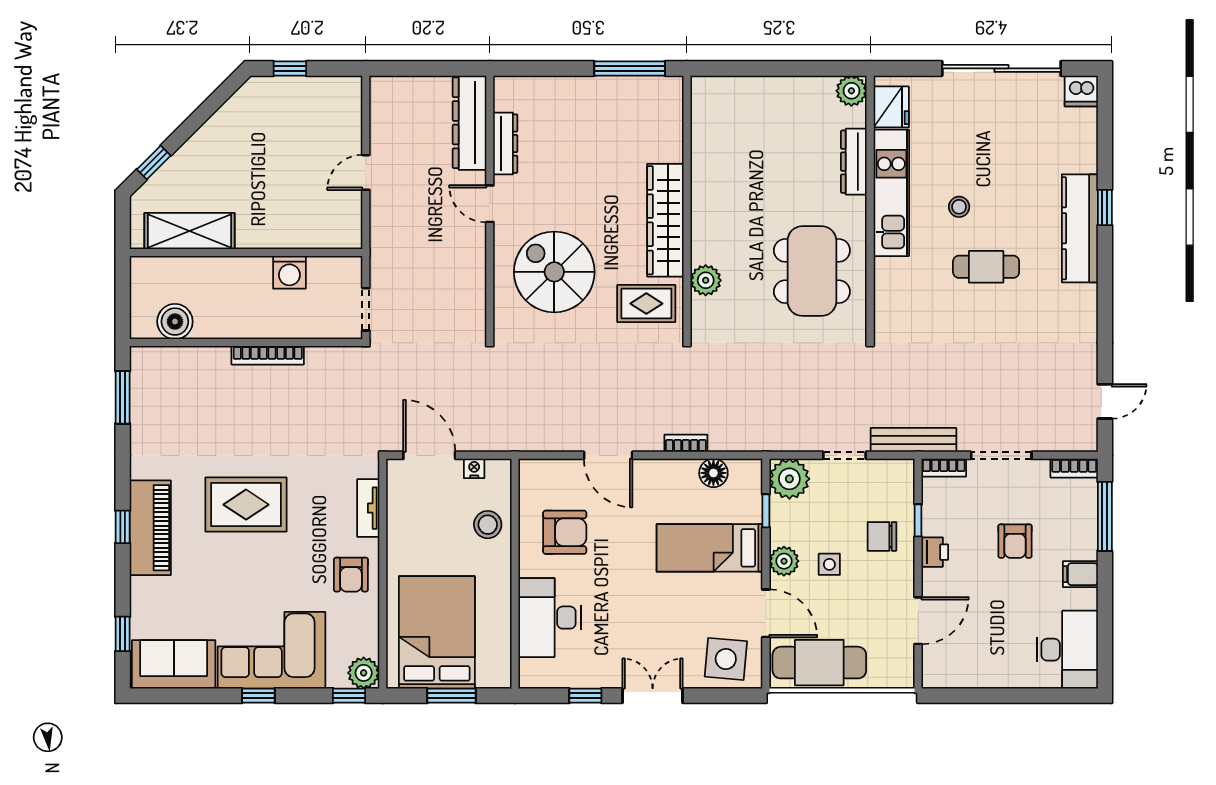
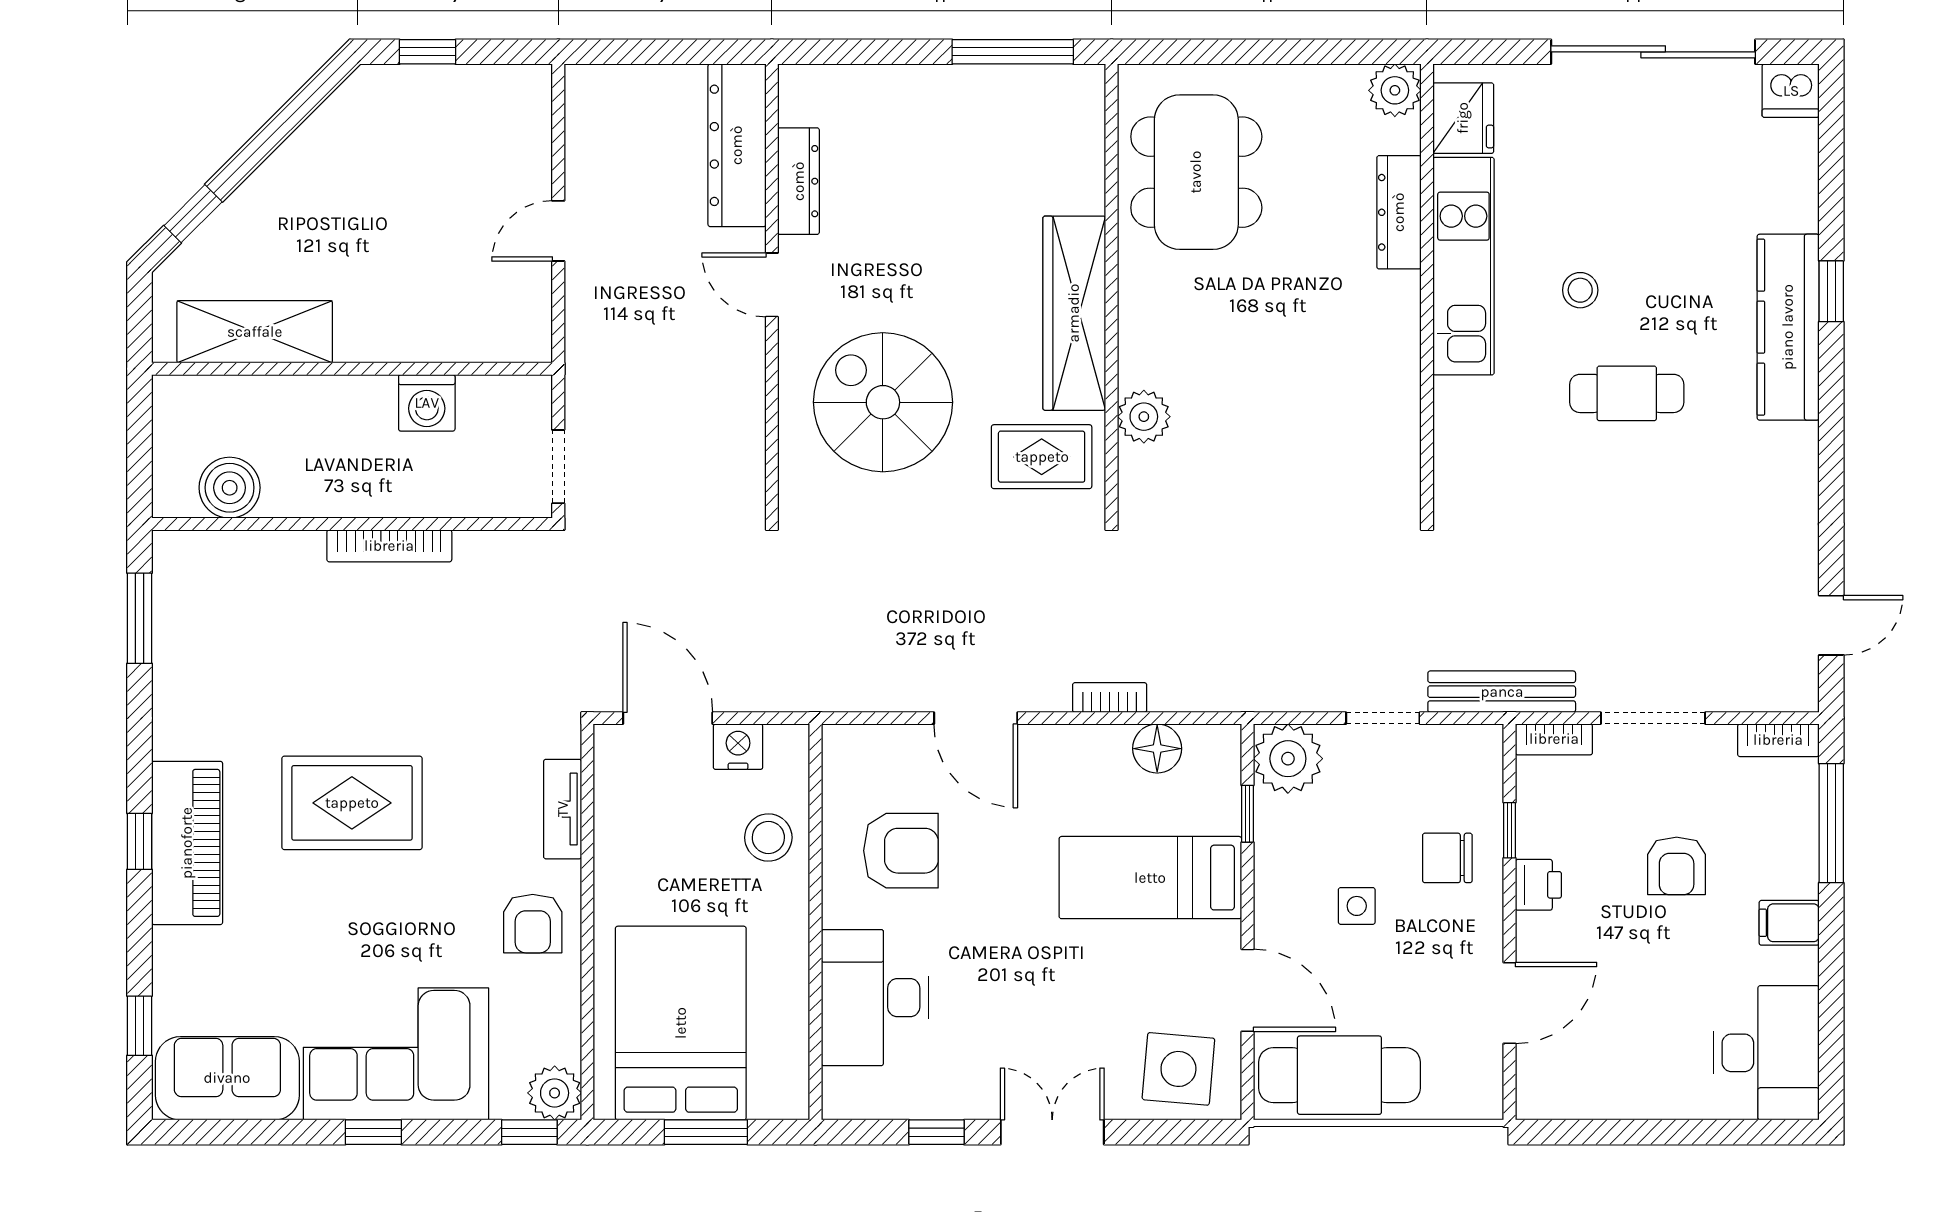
dining table: (812, 271) -> (1196, 172), moved
nightstand: (474, 468) -> (738, 747), width x1.39, depth x1.35
plant: (784, 561) -> (1279, 900), removed

